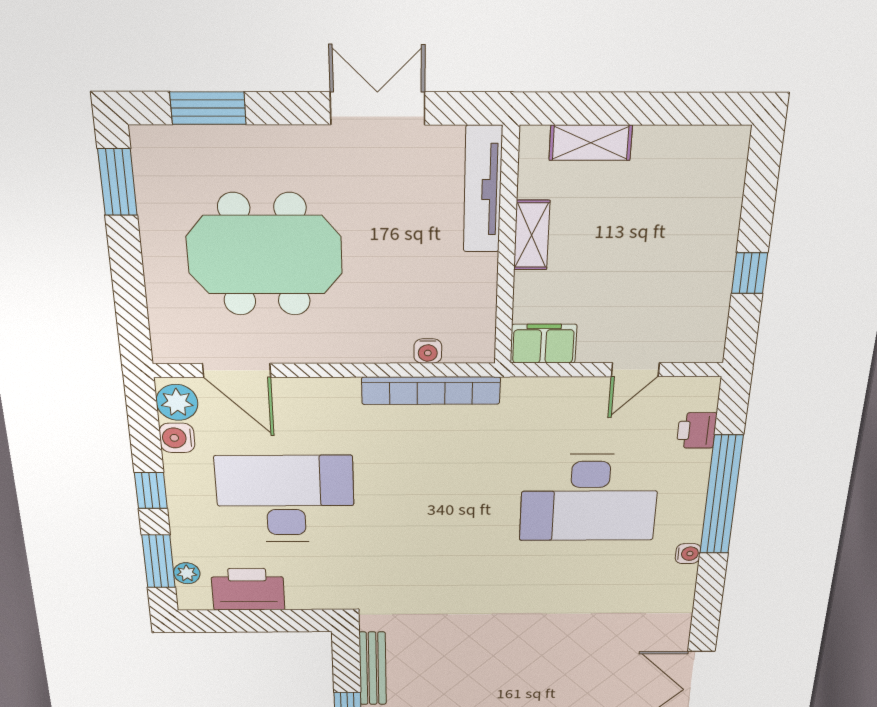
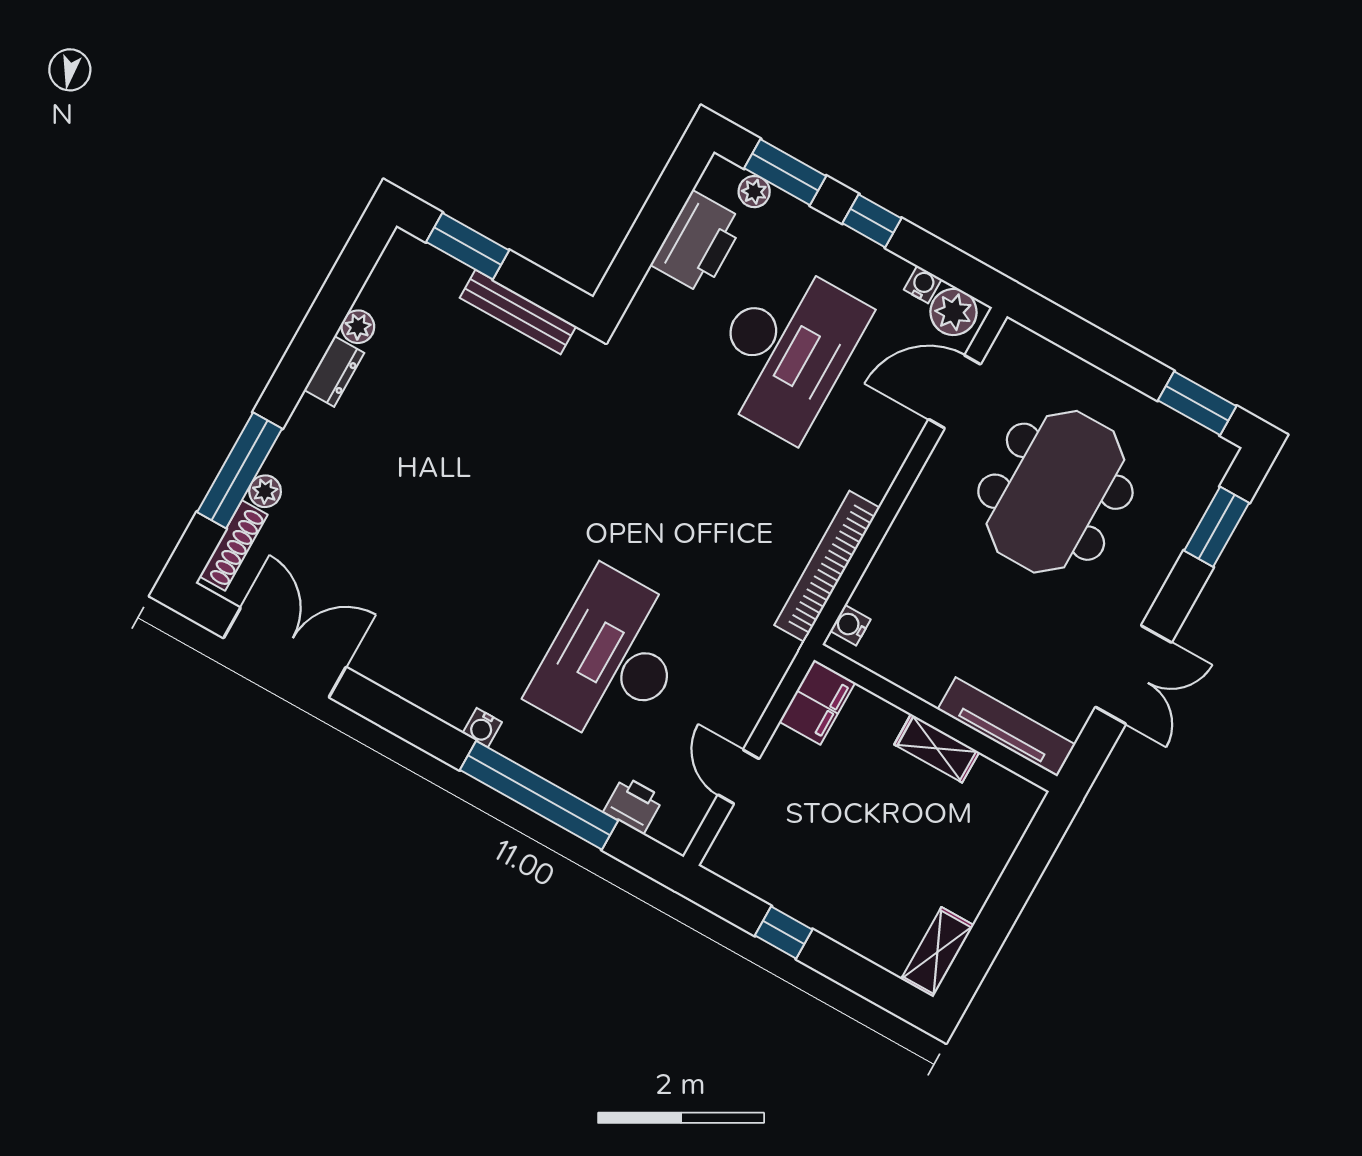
shelving: (591, 143) -> (937, 952), moved
water cooler: (428, 351) -> (850, 625), moved
water cooler: (177, 438) -> (923, 284), width x0.72, depth x0.72

